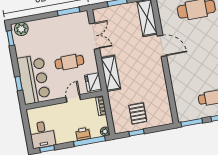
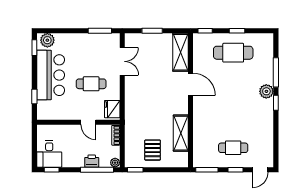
shelving: (111, 73) -> (181, 133), moved
bar counter: (34, 79) -> (51, 75), moved
door: (73, 98) -> (88, 122), swing flipped
window: (137, 133) -> (135, 170), moved

